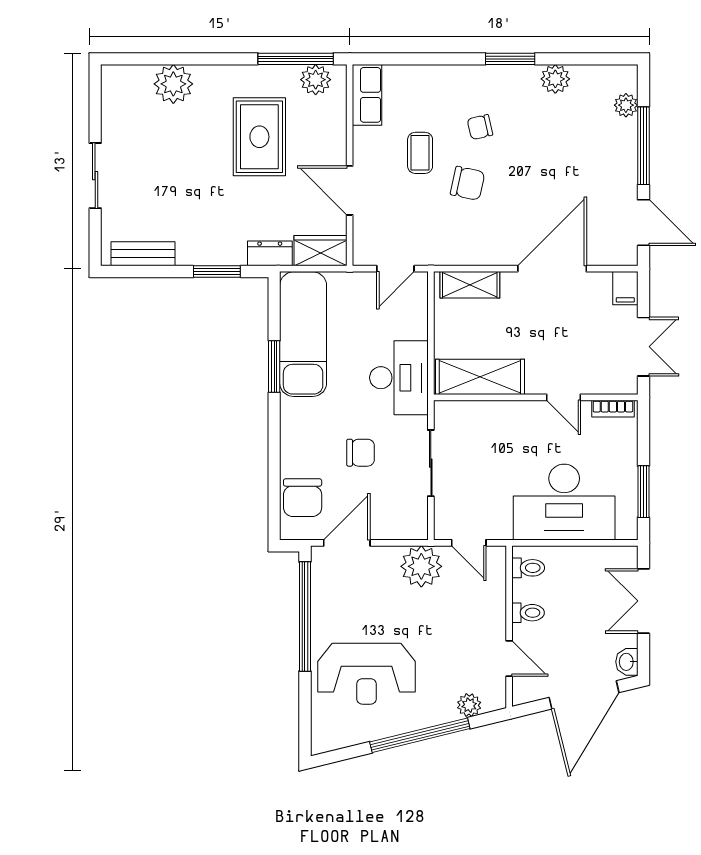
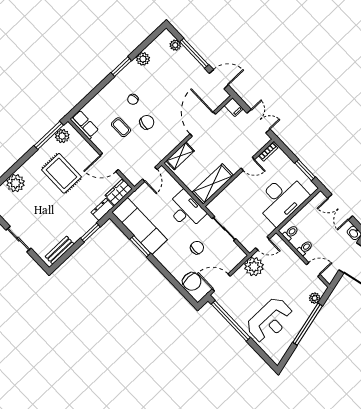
door: (347, 543) -> (221, 283), hinge flipped

